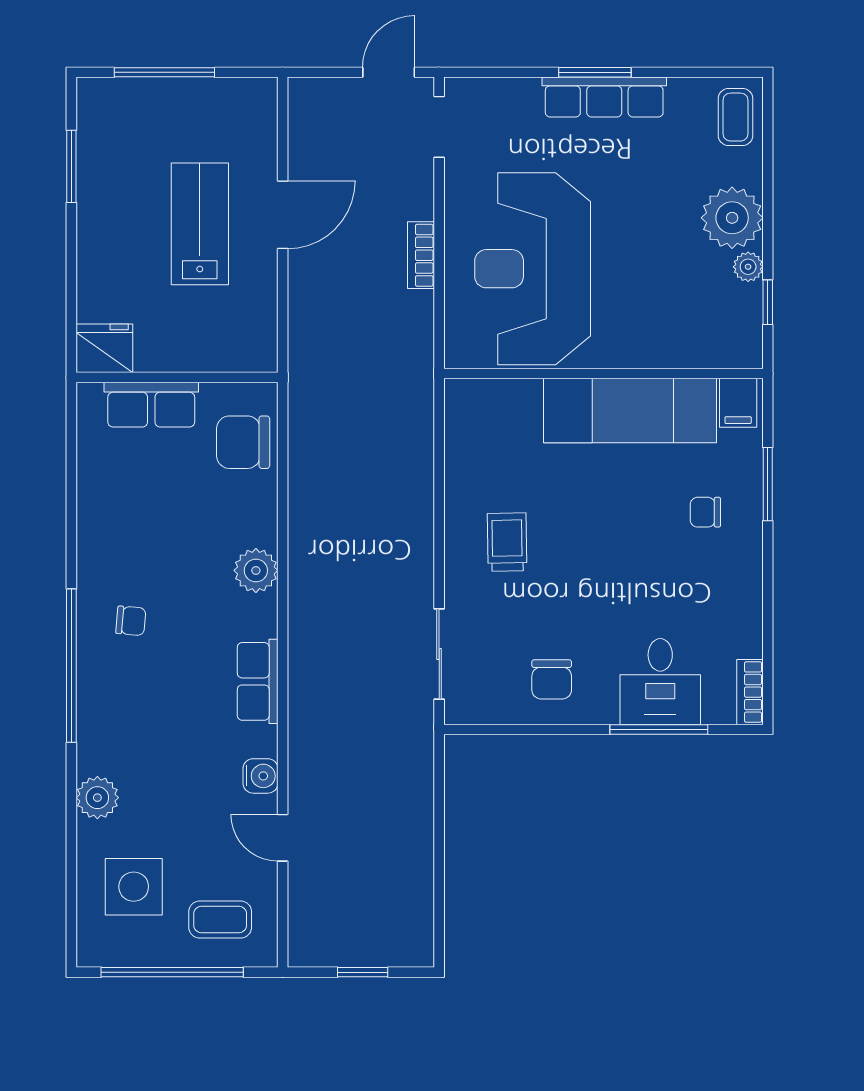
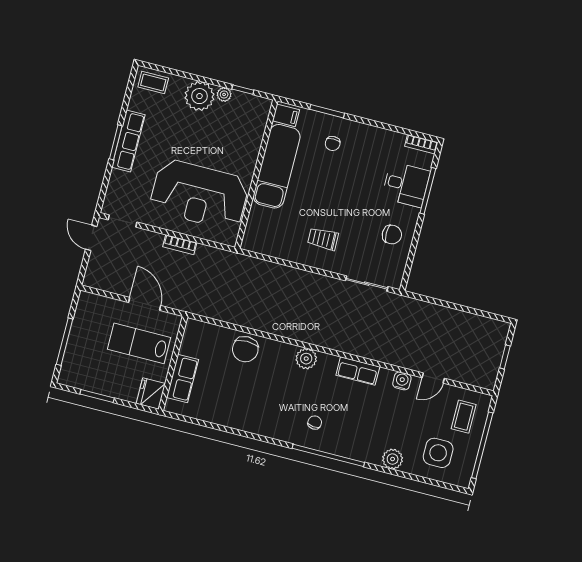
fridge: (104, 348) -> (151, 394), moved
wall: (177, 377) -> (173, 363), moved
row of seats: (151, 405) -> (183, 378), moved

